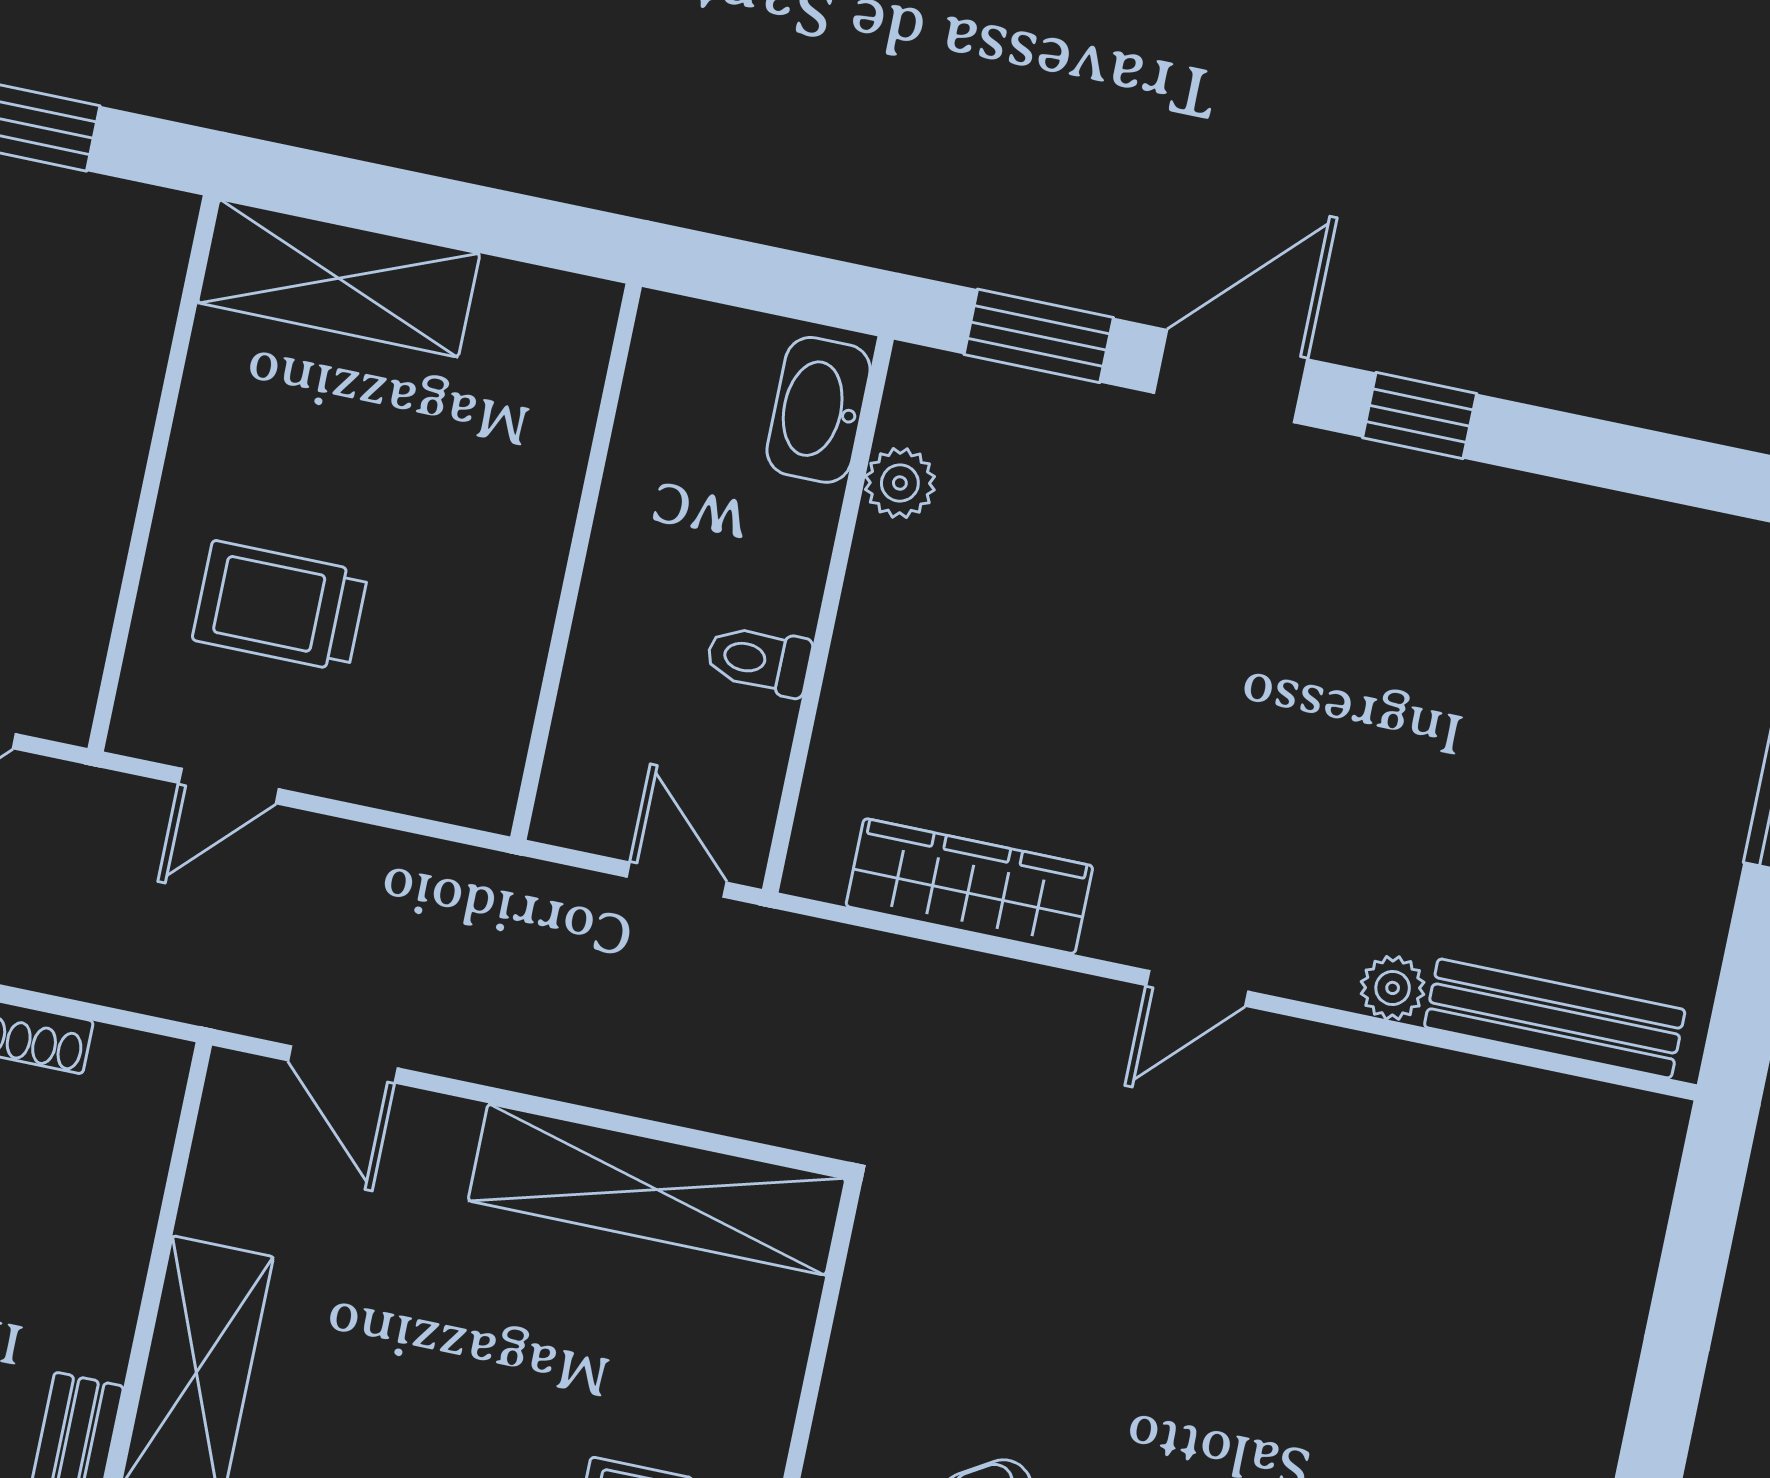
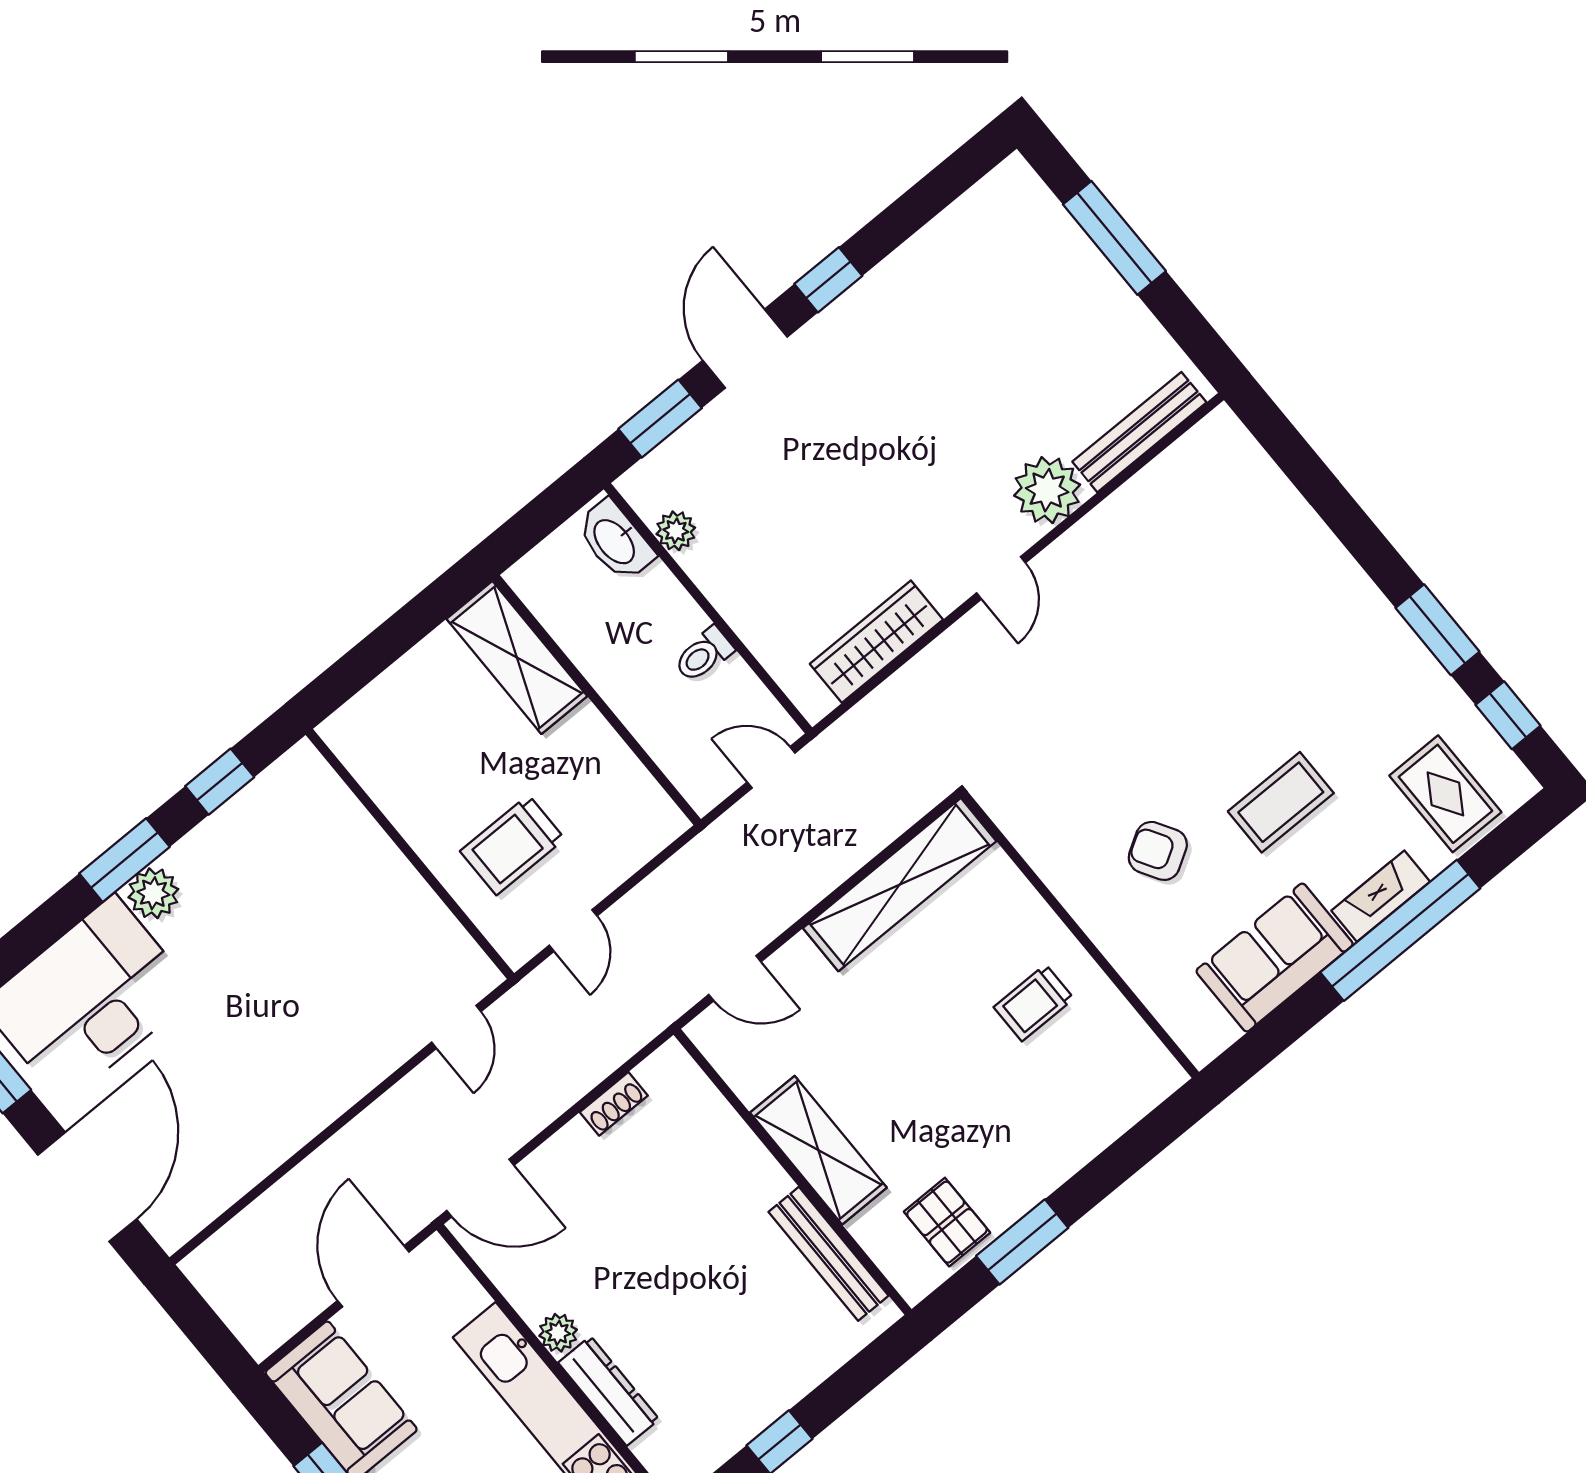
shelving: (339, 278) -> (517, 657), moved, turned 90
plant: (1393, 988) -> (1047, 490), width x1.87, depth x1.87

